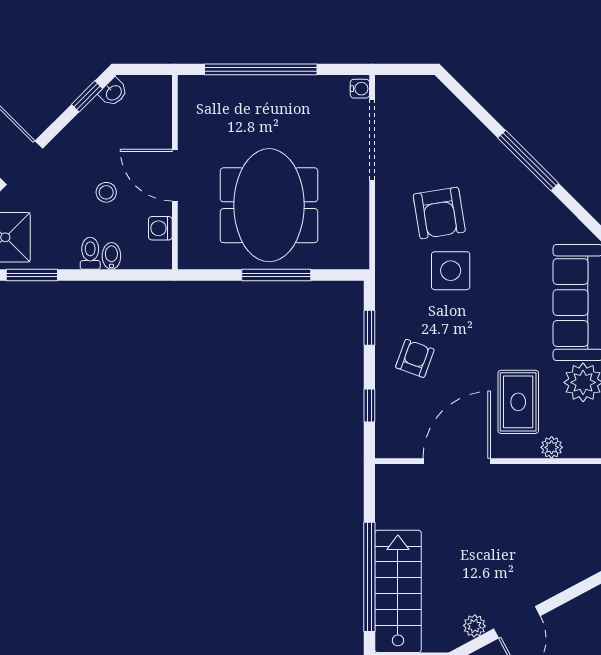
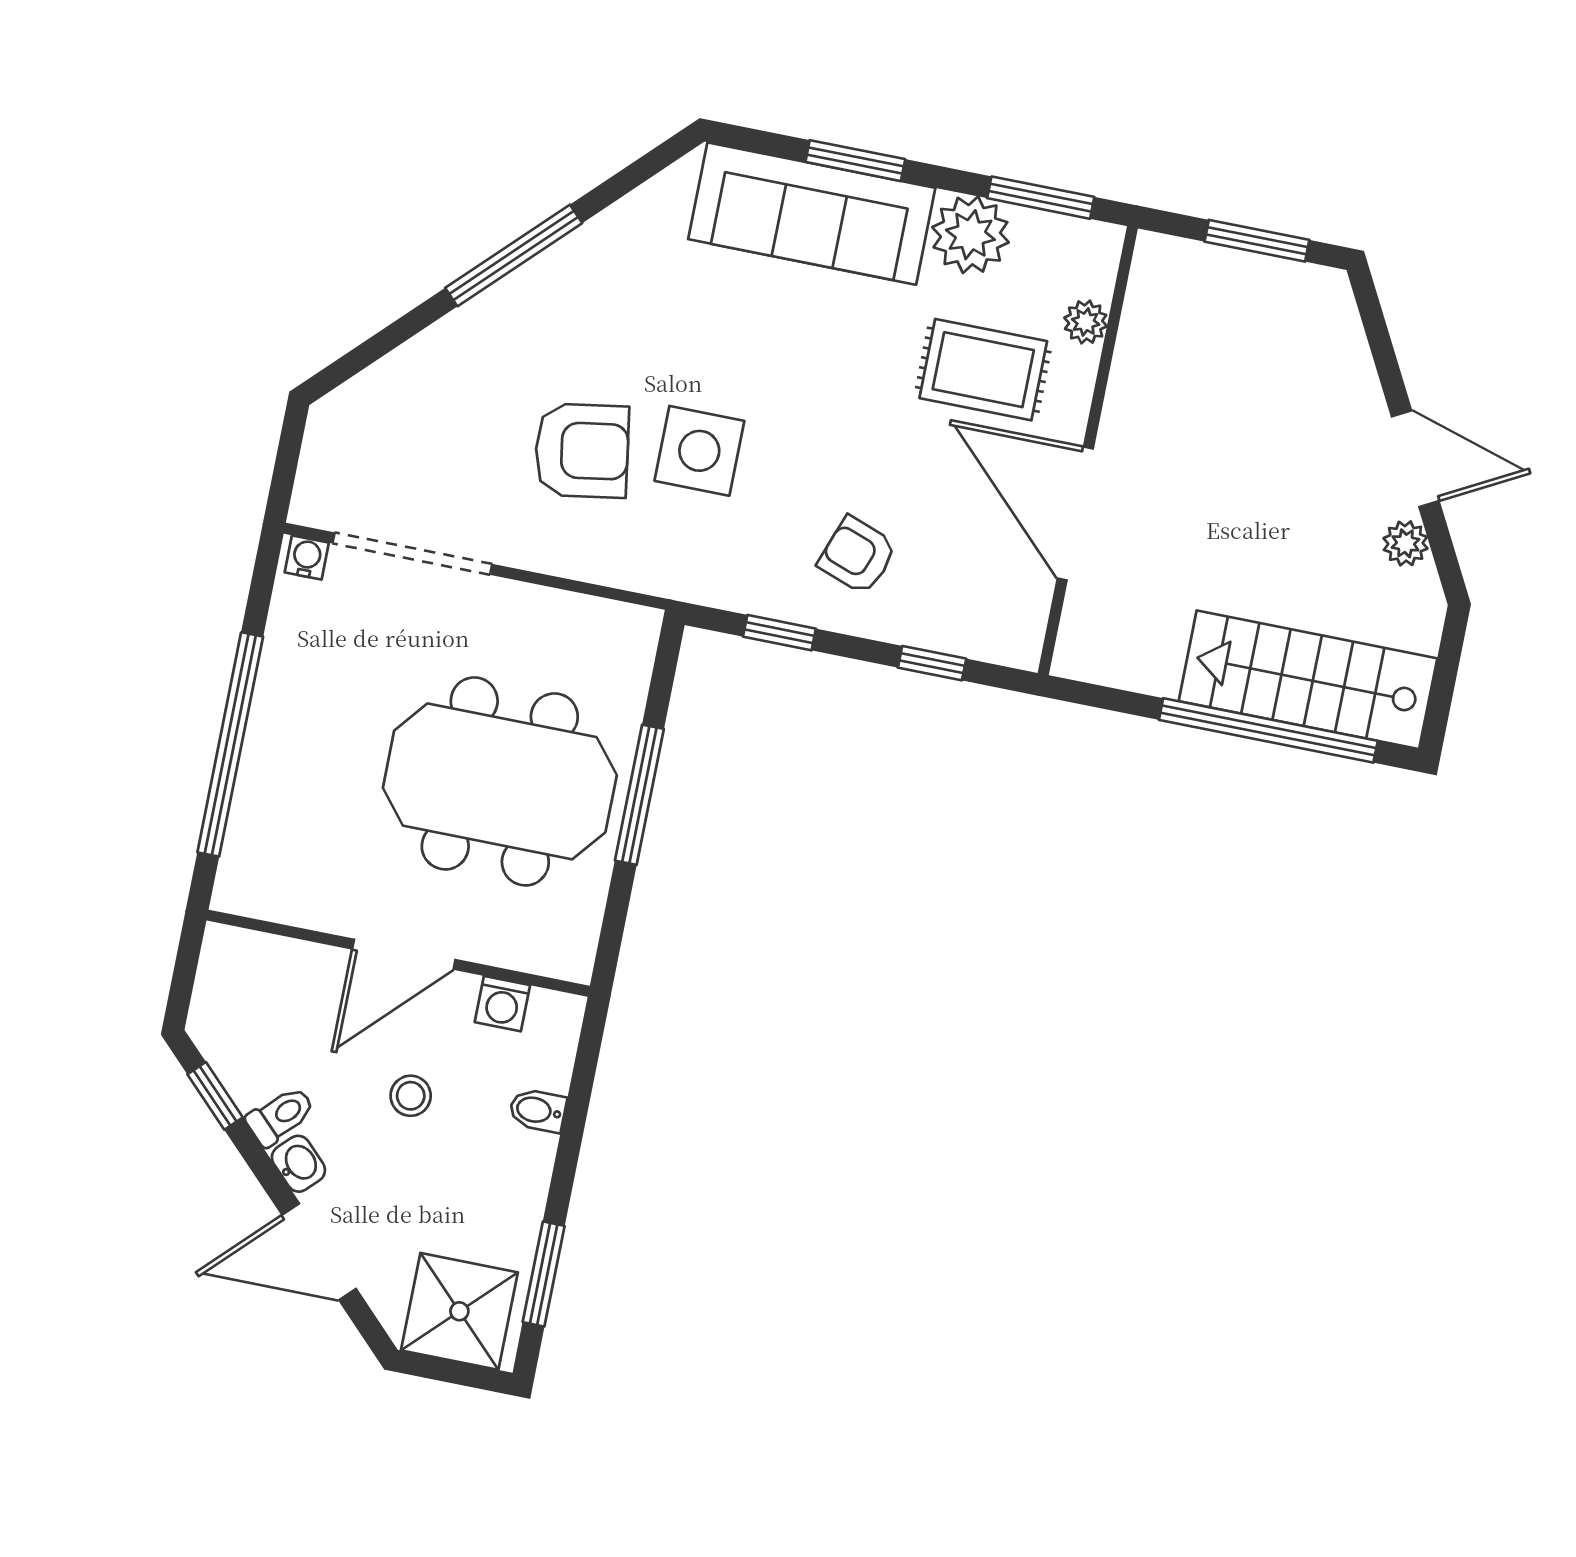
washbasin: (113, 92) -> (298, 1164), moved
toilet: (90, 253) -> (281, 1116), moved, turned 135

